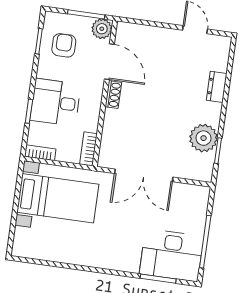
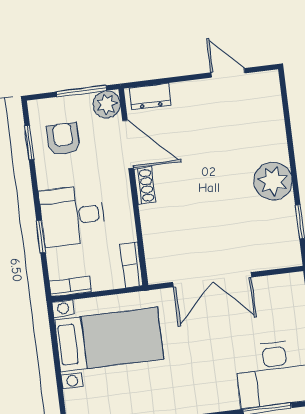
dresser: (217, 87) -> (150, 97), moved, turned -90
plant: (204, 138) -> (273, 181), moved

